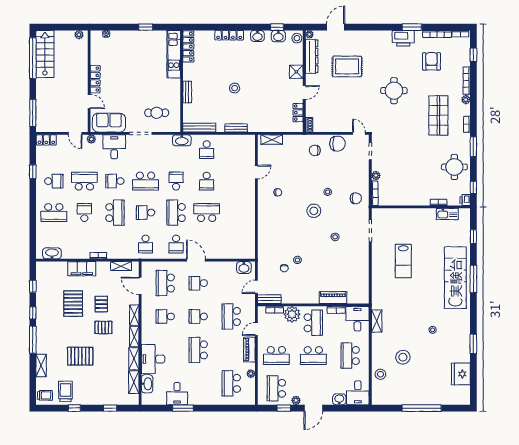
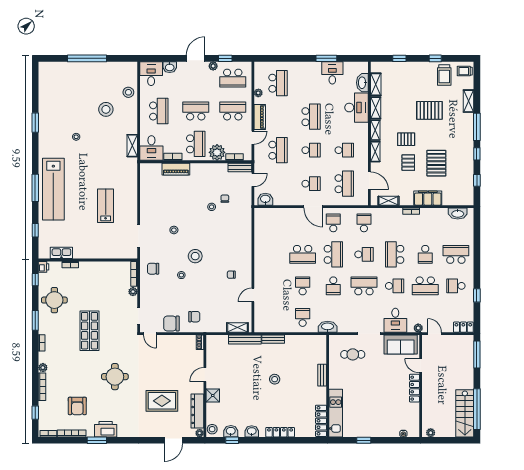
locker: (298, 113) -> (211, 355), removed
shop shelf: (438, 115) -> (90, 331), moved
bench: (199, 128) -> (245, 340), moved
school desk: (313, 323) -> (196, 144), turned 180
fridge: (461, 374) -> (48, 93), removed
school desk: (276, 388) -> (233, 78), turned 90

